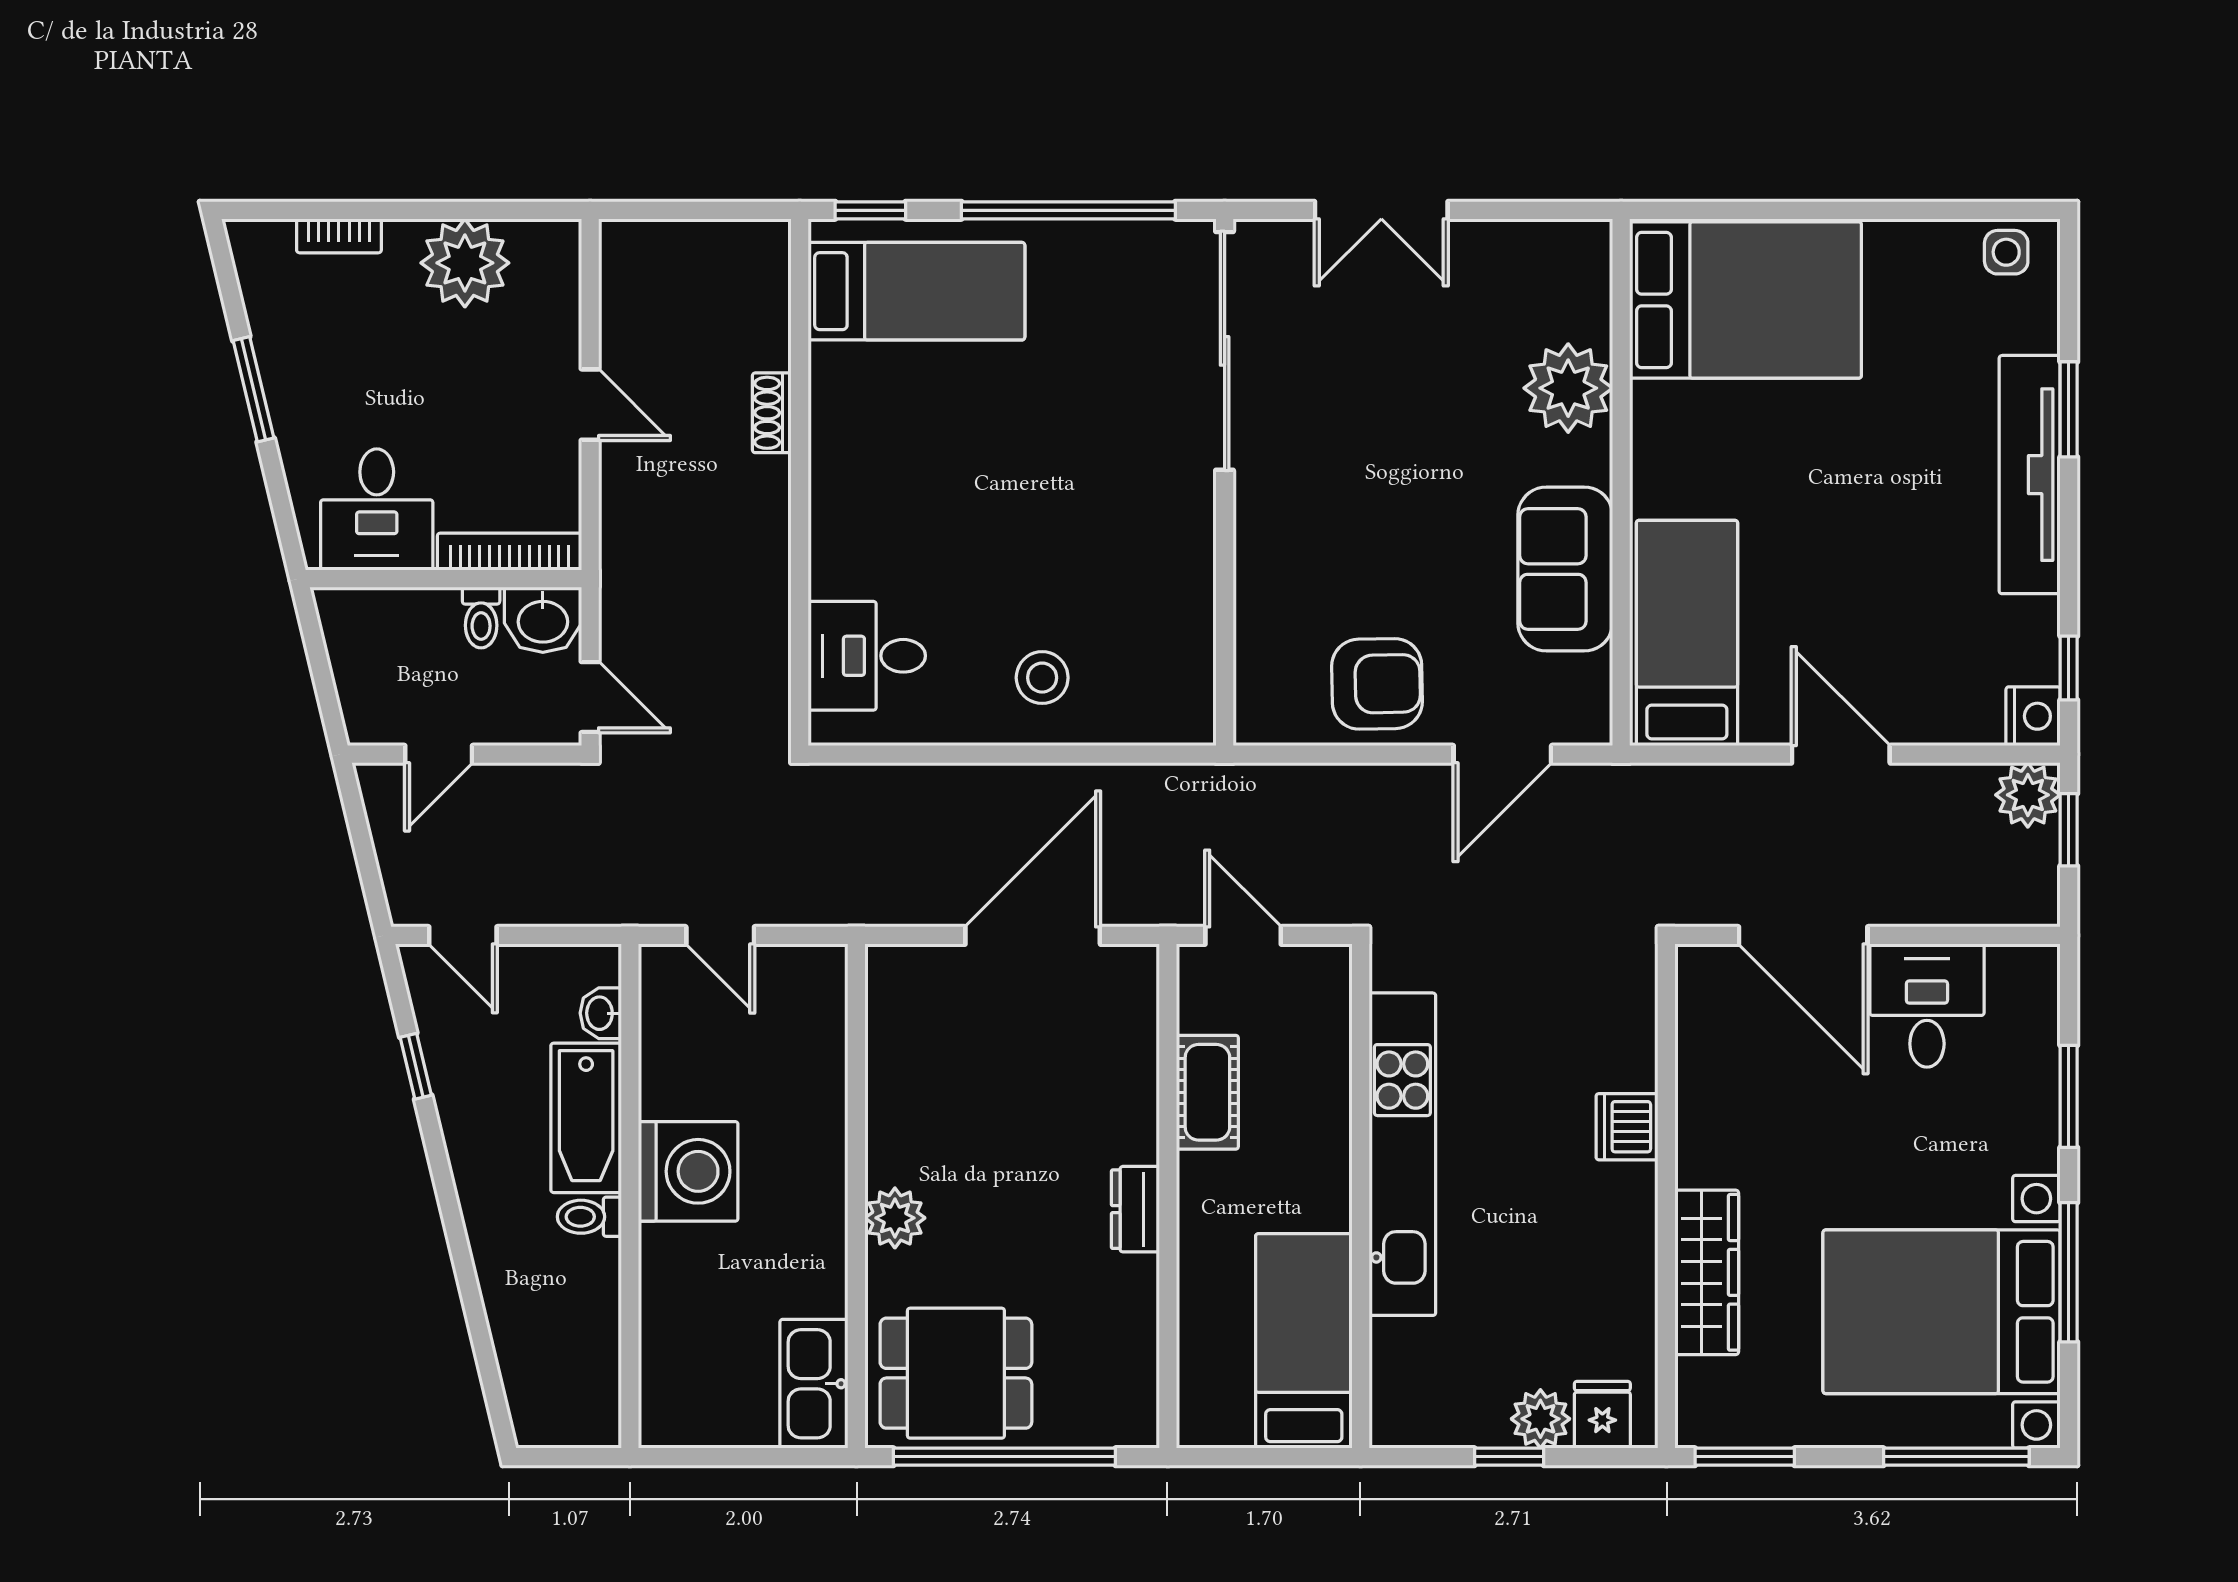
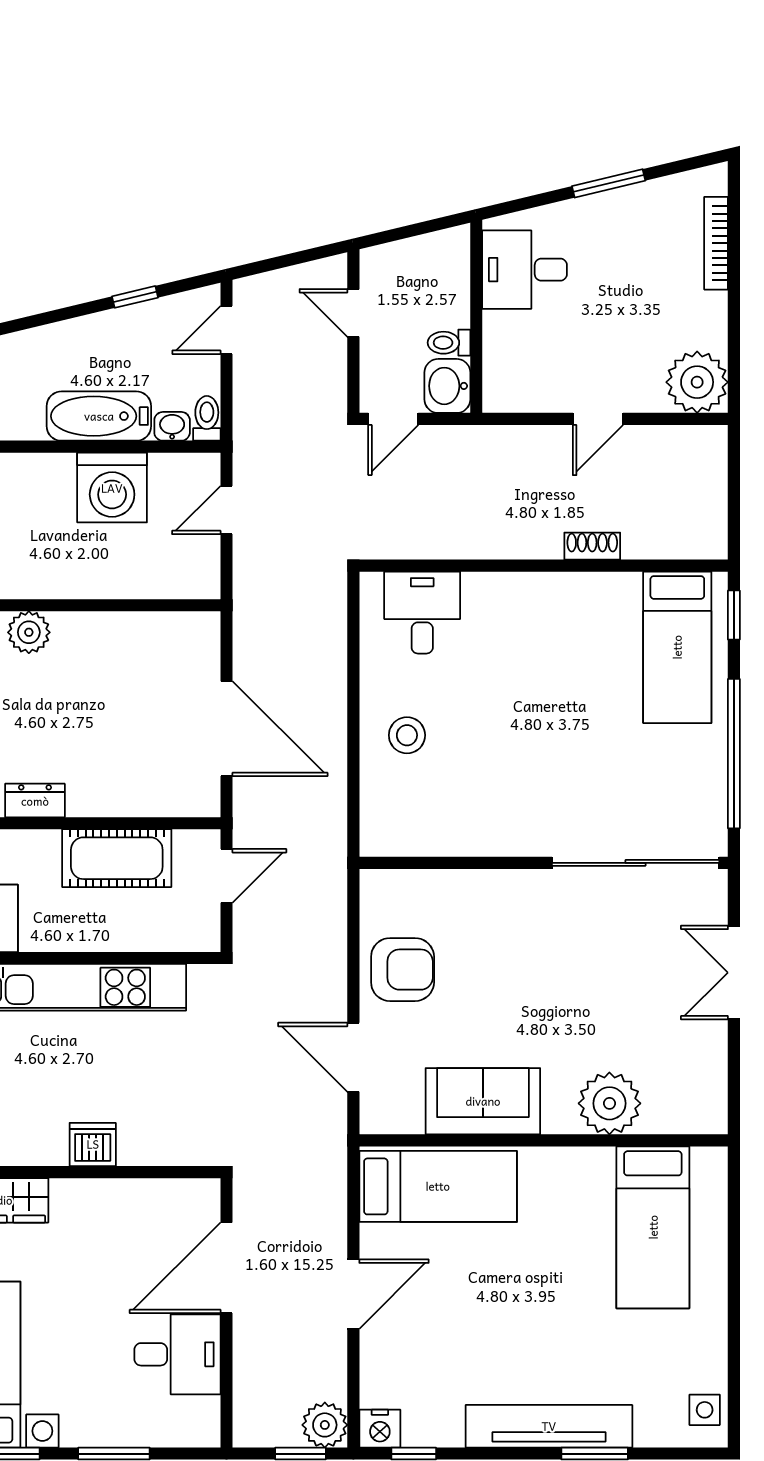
bookcase: (339, 236) -> (716, 243), width x1.56
plant: (465, 263) -> (697, 382), moved
bed: (1745, 300) -> (653, 1227), width x0.67
bookcase: (510, 552) -> (495, 363), removed
armchair: (1377, 684) -> (403, 970), turned -89
cot: (1207, 1092) -> (117, 858), width x1.37, depth x1.34
washing machine: (688, 1171) -> (112, 488), moved
toilet: (589, 1217) -> (207, 418), moved

